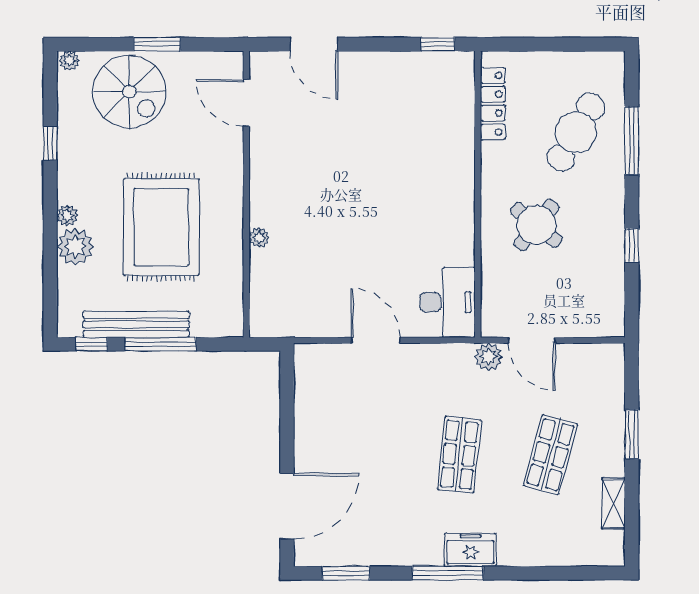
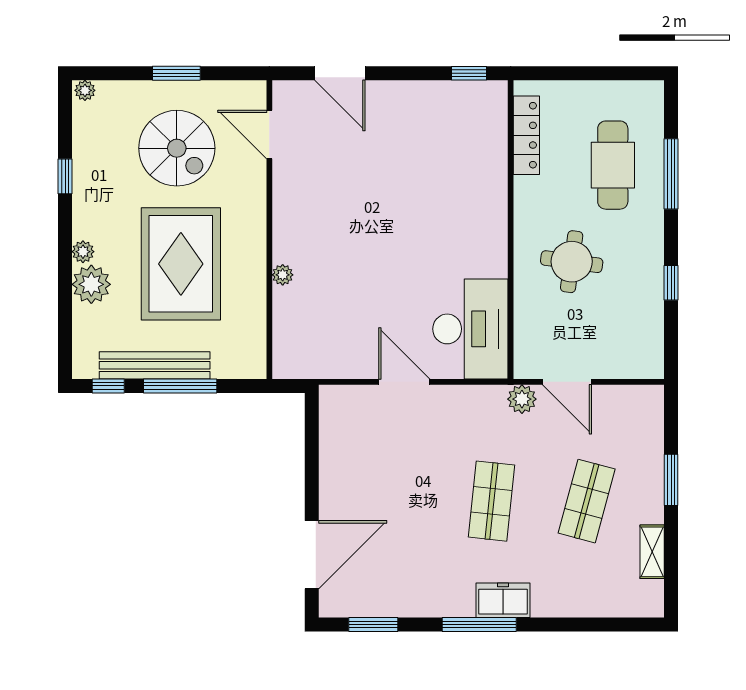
spiral stairs: (129, 92) -> (177, 148), moved
cafe table: (576, 132) -> (613, 165), turned -30
round table: (536, 225) -> (572, 262), turned -31
desk: (447, 302) -> (470, 329), width x1.36, depth x1.30

